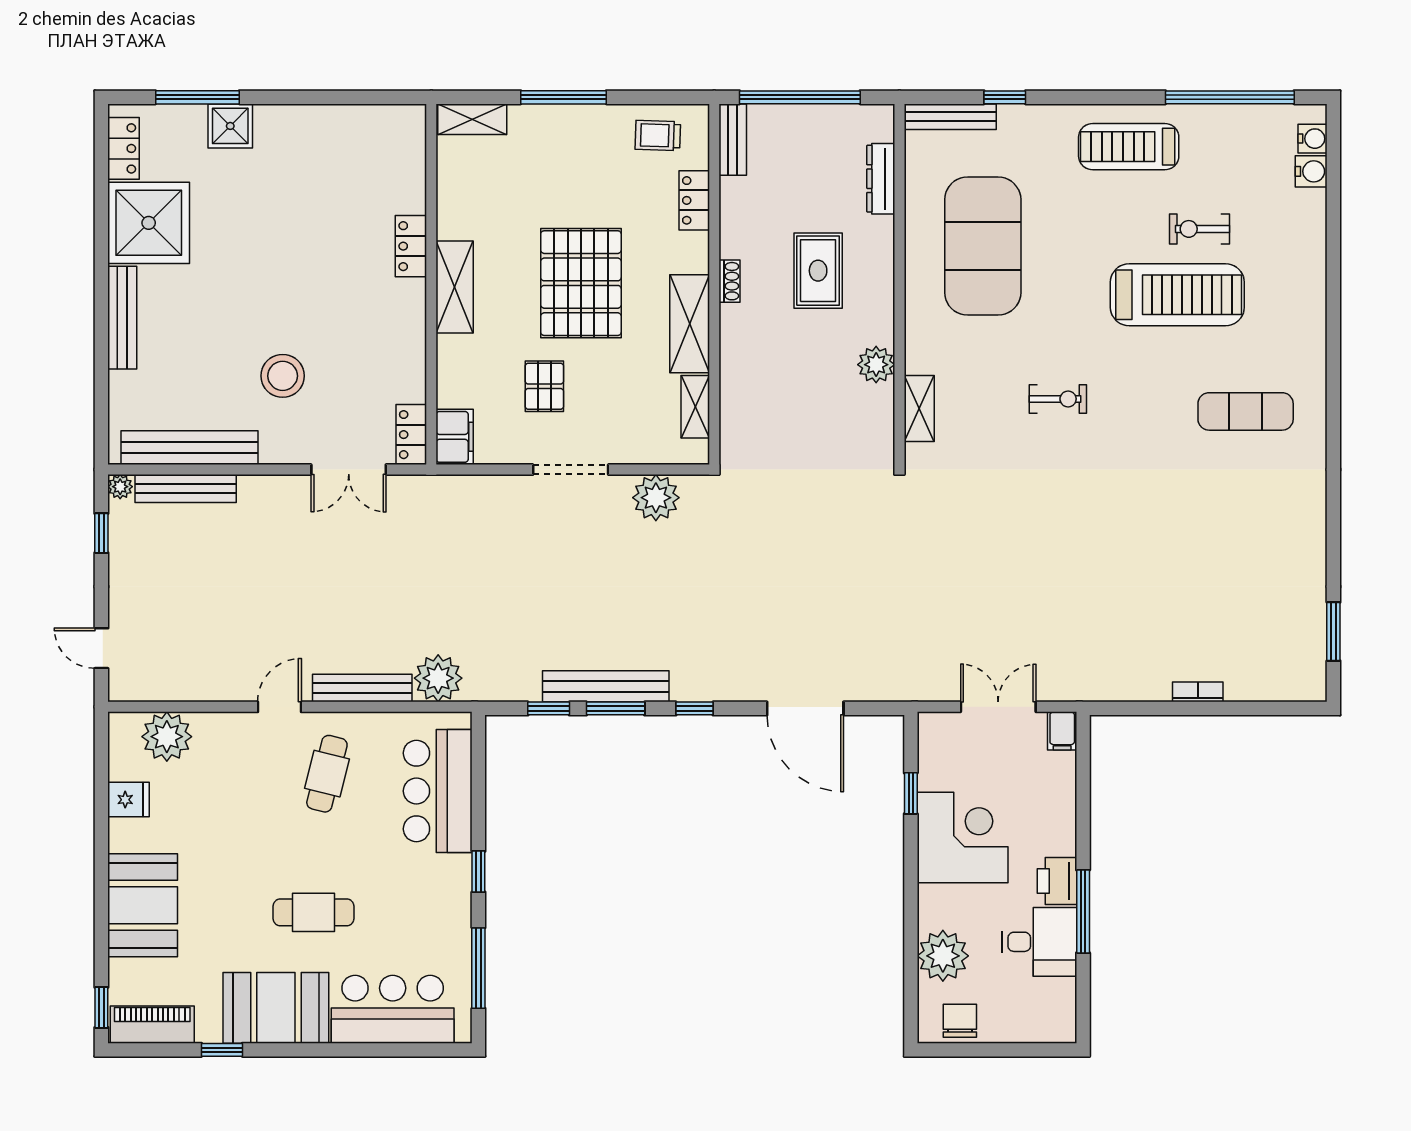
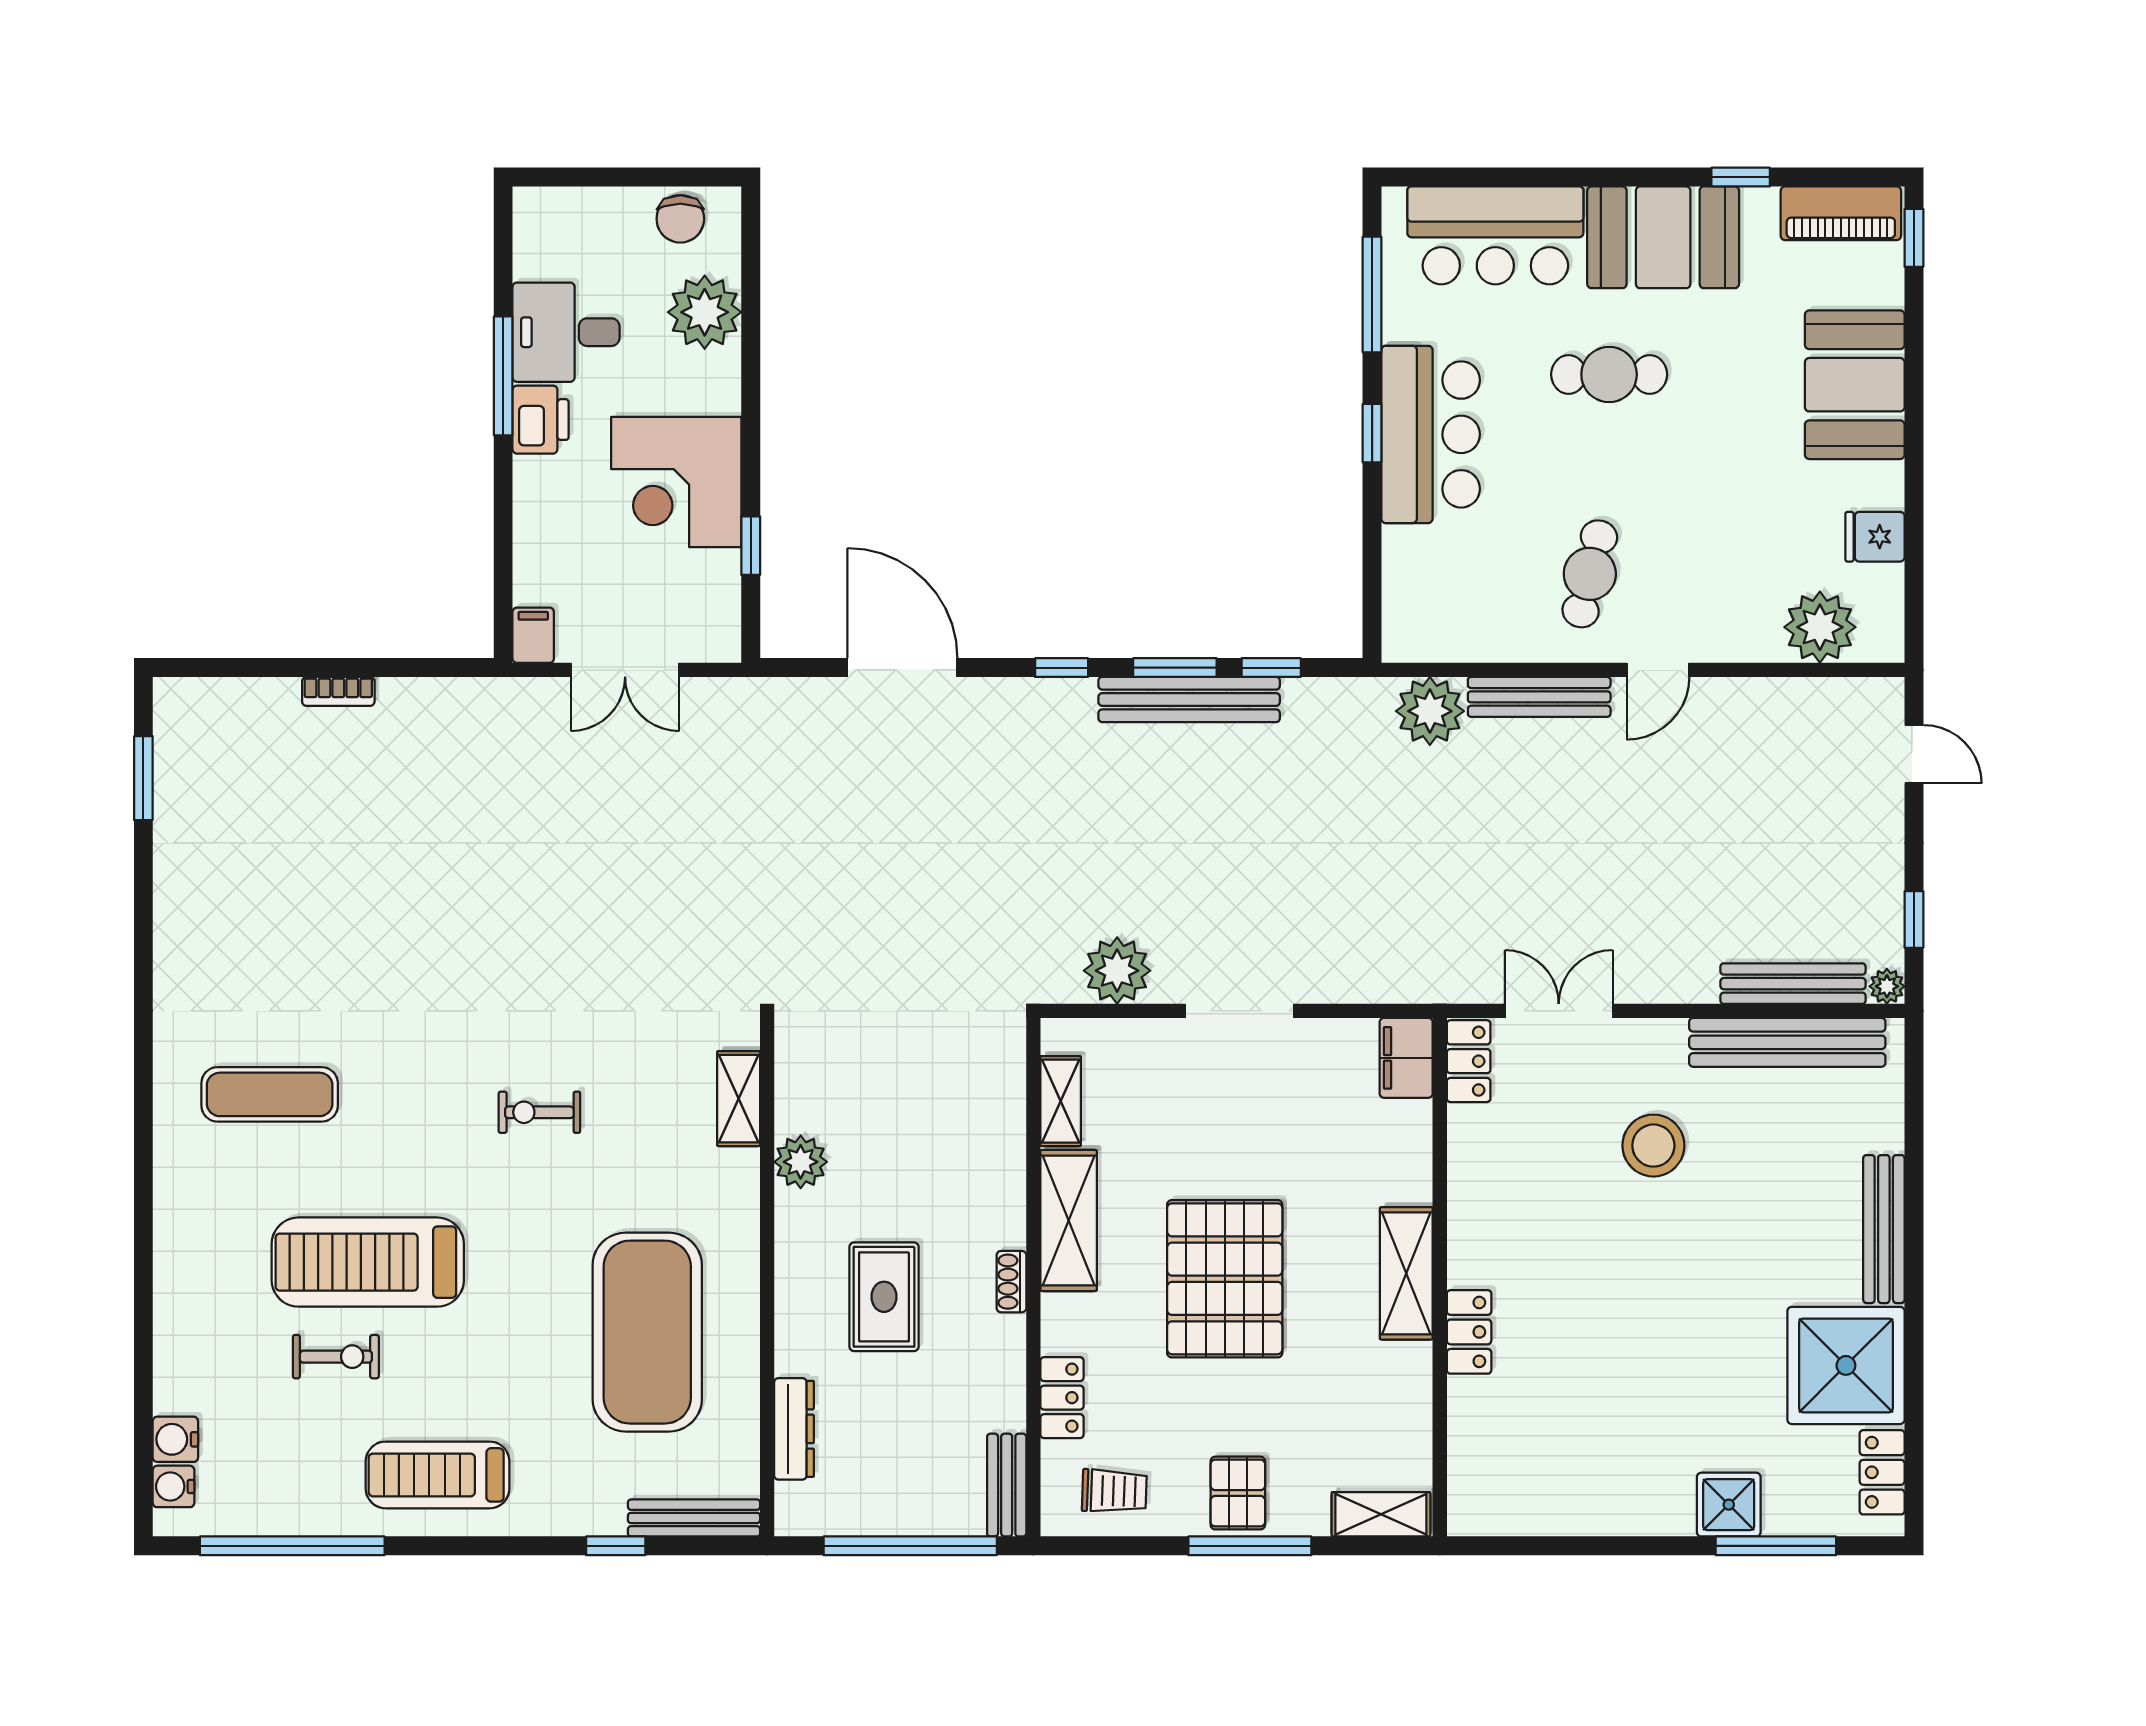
treadmill: (1129, 147) -> (438, 1475), turned 180
pallet: (544, 386) -> (1238, 1493), moved
bar counter: (438, 791) -> (1431, 434), moved

